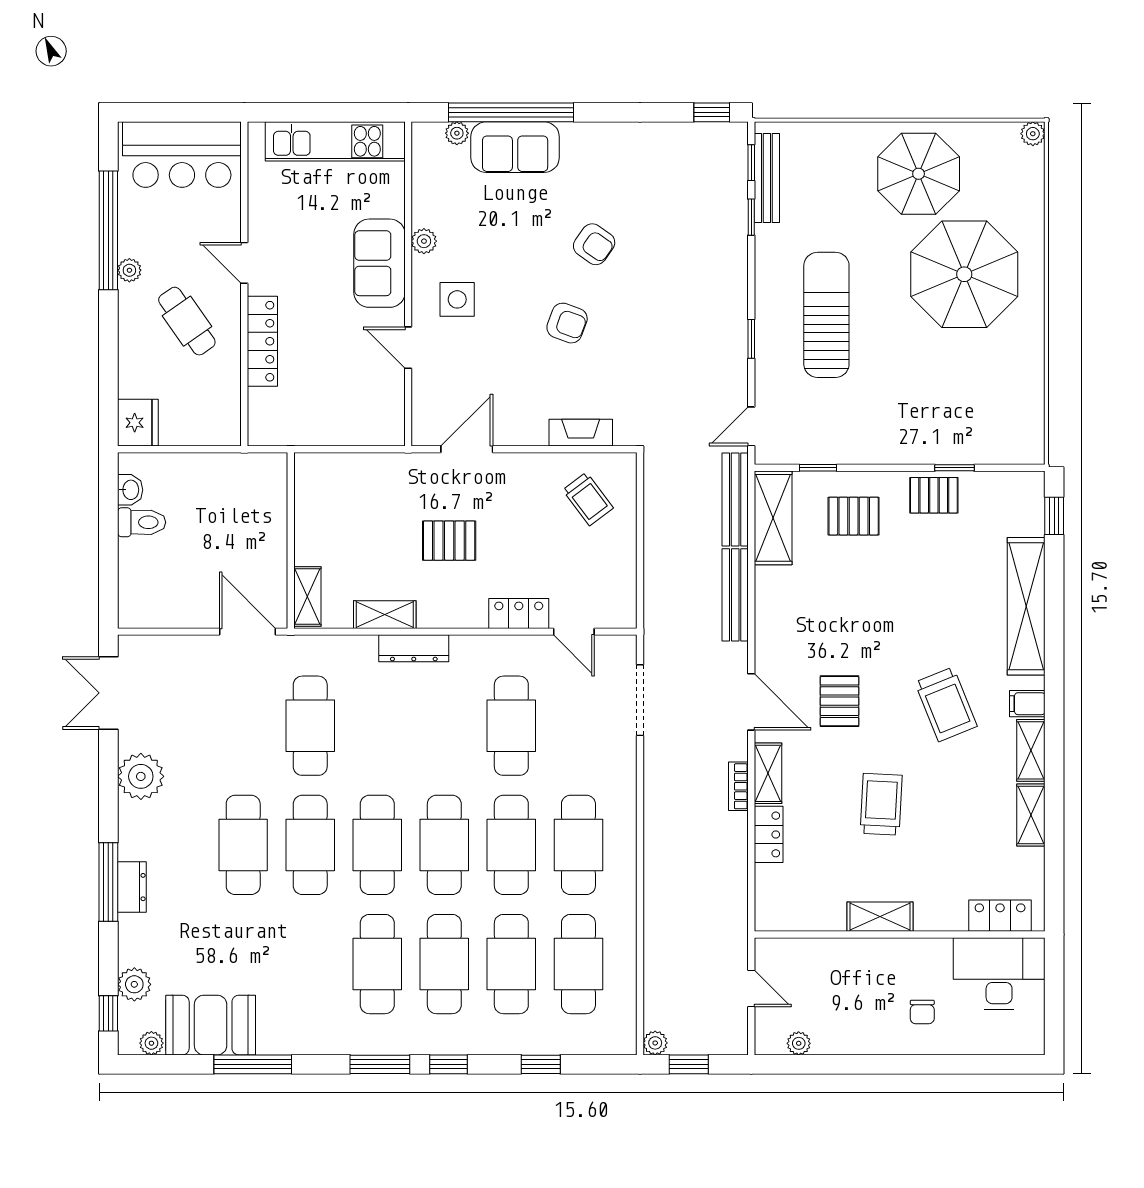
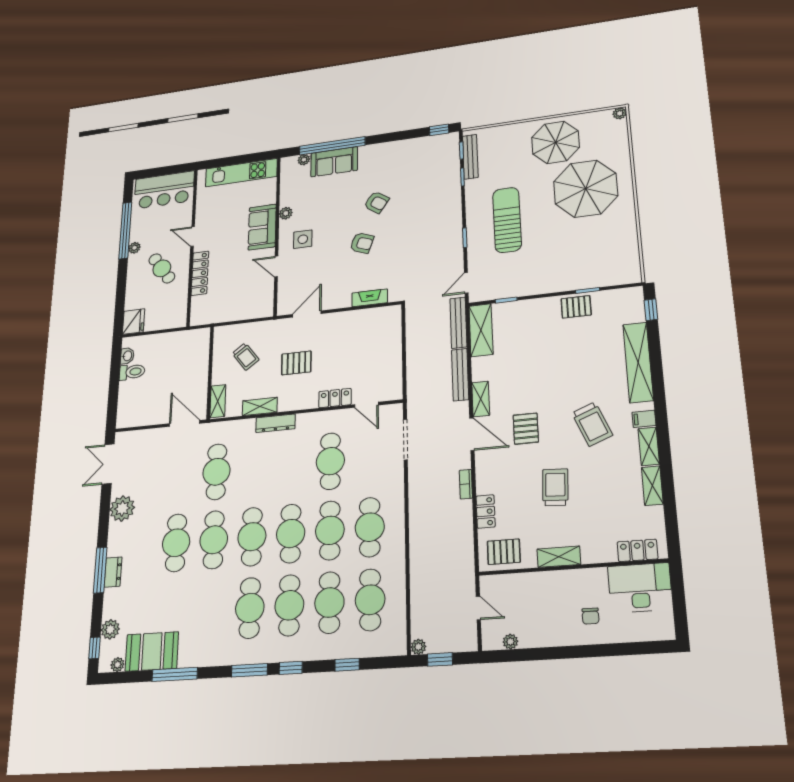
trolley: (588, 499) -> (245, 357), moved
pallet: (854, 516) -> (504, 552), moved
shelving: (768, 773) -> (481, 399), moved

